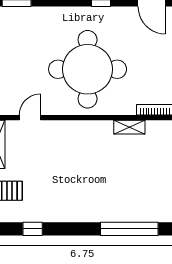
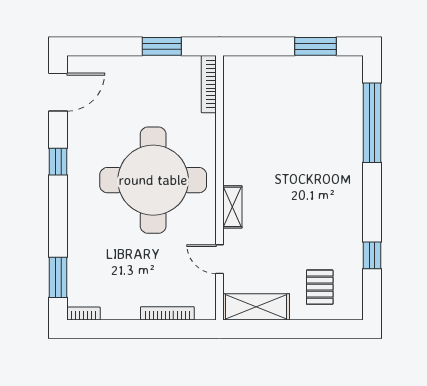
shelving: (129, 127) -> (232, 207), moved

